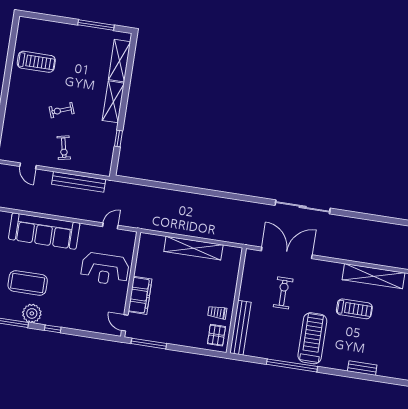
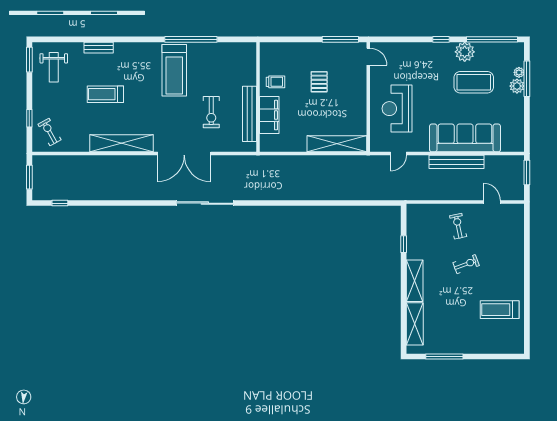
bench: (79, 182) -> (456, 162), moved
shelving: (193, 248) -> (337, 144), moved
double door: (287, 253) -> (184, 154), moved
reception desk: (105, 269) -> (397, 109), turned -90
filing cabinet: (140, 295) -> (269, 115), moved, turned 180
treadmill: (354, 309) -> (105, 94), moved
bench: (240, 328) -> (249, 114), moved
pallet: (216, 335) -> (319, 82), moved
bench: (362, 368) -> (99, 48), moved

